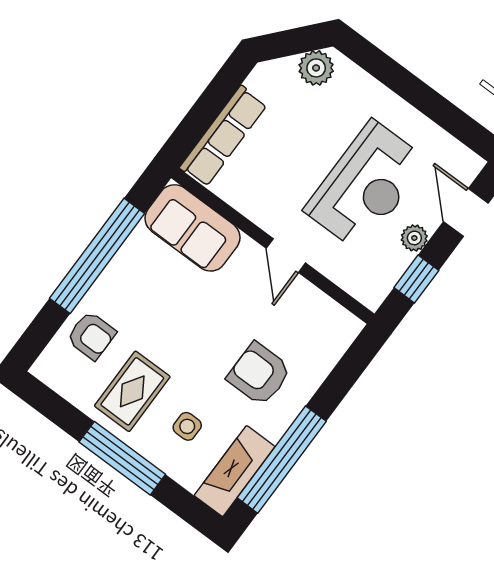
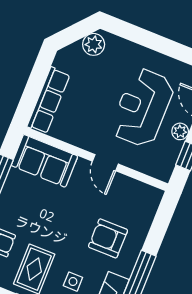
reception desk: (366, 186) -> (142, 108), turned 180

